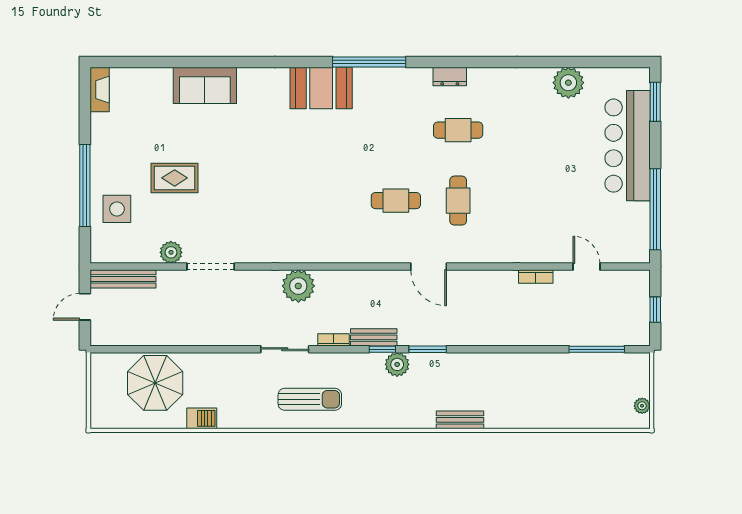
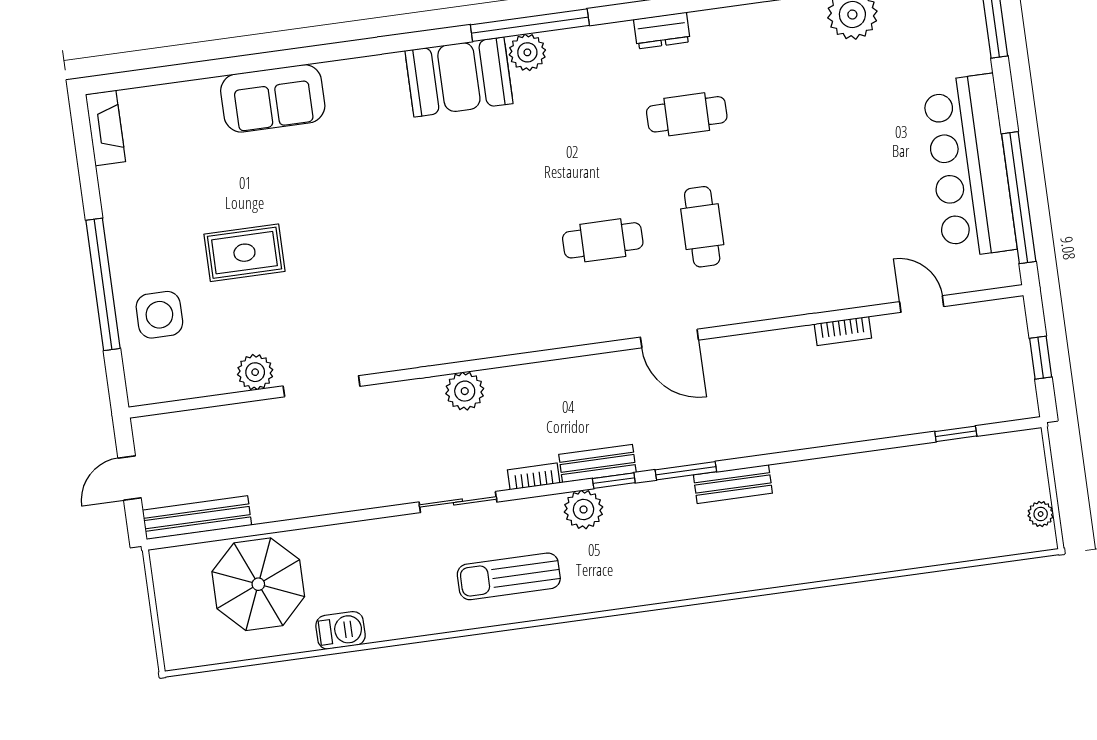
plant: (365, 79) -> (527, 52), added
bar counter: (628, 146) -> (969, 166), moved
bench: (123, 279) -> (197, 518), moved
plant: (298, 286) -> (465, 391), width x0.73, depth x0.73
window: (597, 349) -> (956, 434), width x0.46
plant: (397, 364) -> (584, 509), moved
sun lounger: (310, 399) -> (509, 576), turned 180
bench: (460, 420) -> (733, 484), moved

